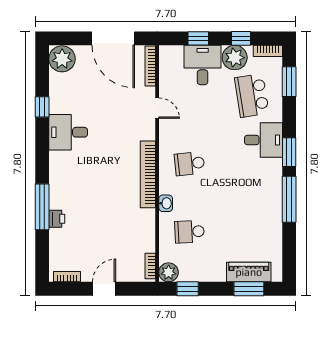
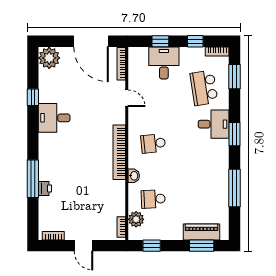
plant: (235, 58) -> (190, 57), removed
window: (289, 199) -> (235, 188), moved
plant: (169, 272) -> (136, 219), moved
door: (104, 289) -> (83, 246), swing flipped

